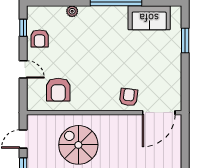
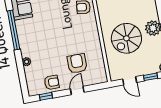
armchair: (58, 90) -> (77, 64), moved, turned -90

